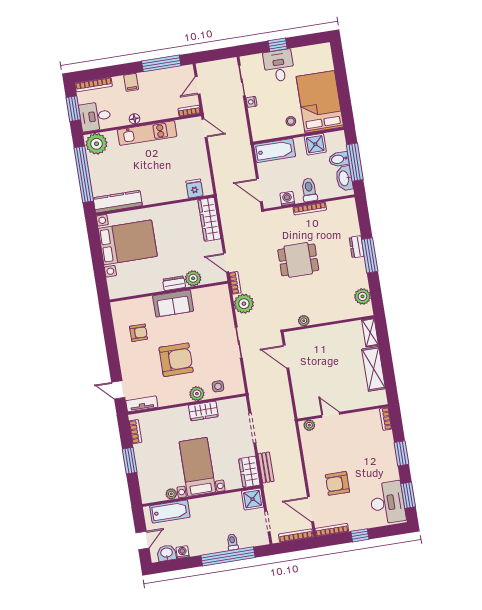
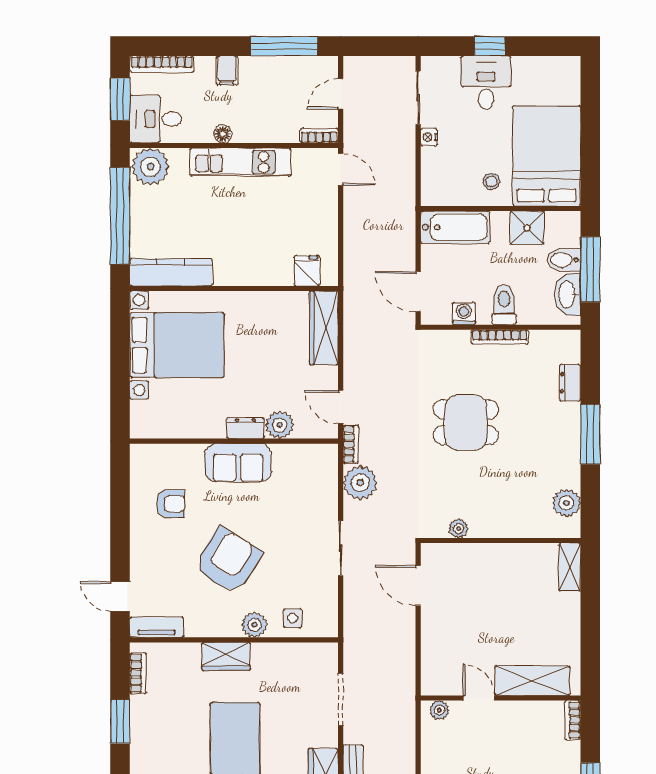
dresser: (357, 247) -> (570, 383), moved
armchair: (176, 360) -> (228, 561), turned -58
shelving: (374, 369) -> (532, 681), moved, turned 90
wardrobe: (203, 411) -> (226, 656), moved

